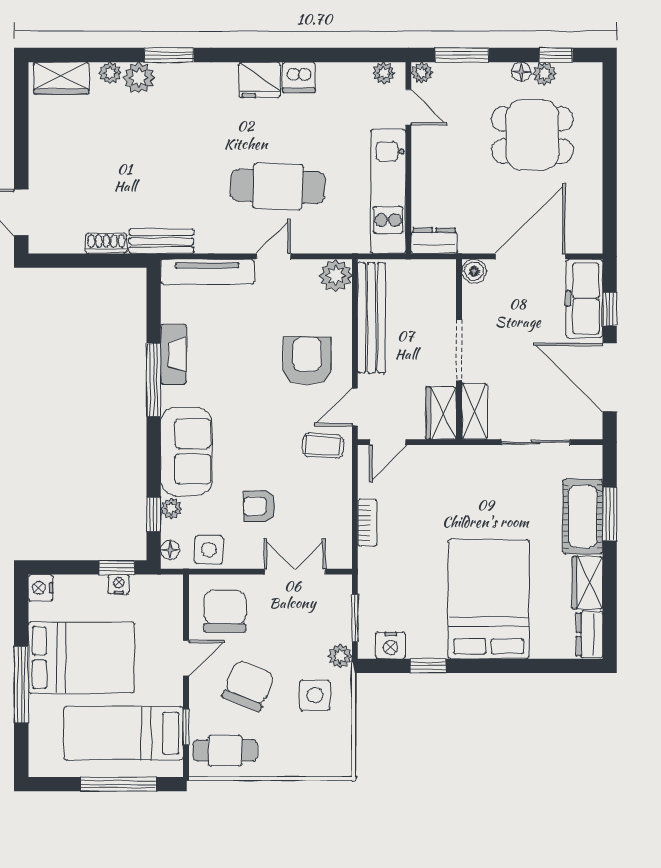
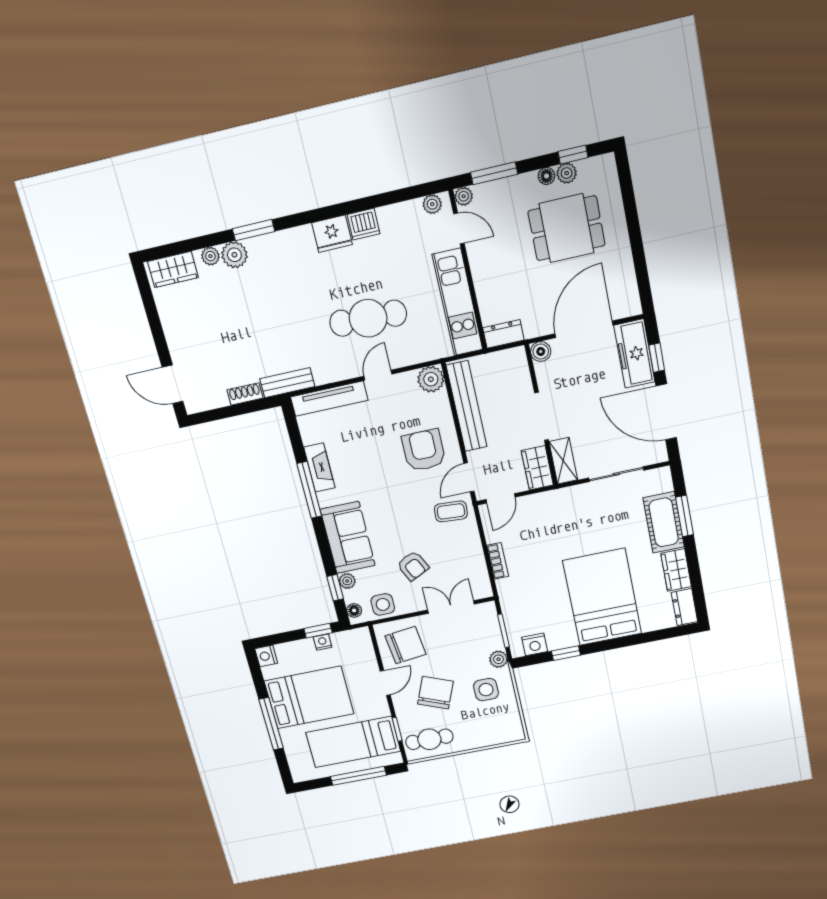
armchair: (259, 506) -> (413, 566), turned -116
chair: (225, 611) -> (406, 645), turned 83

